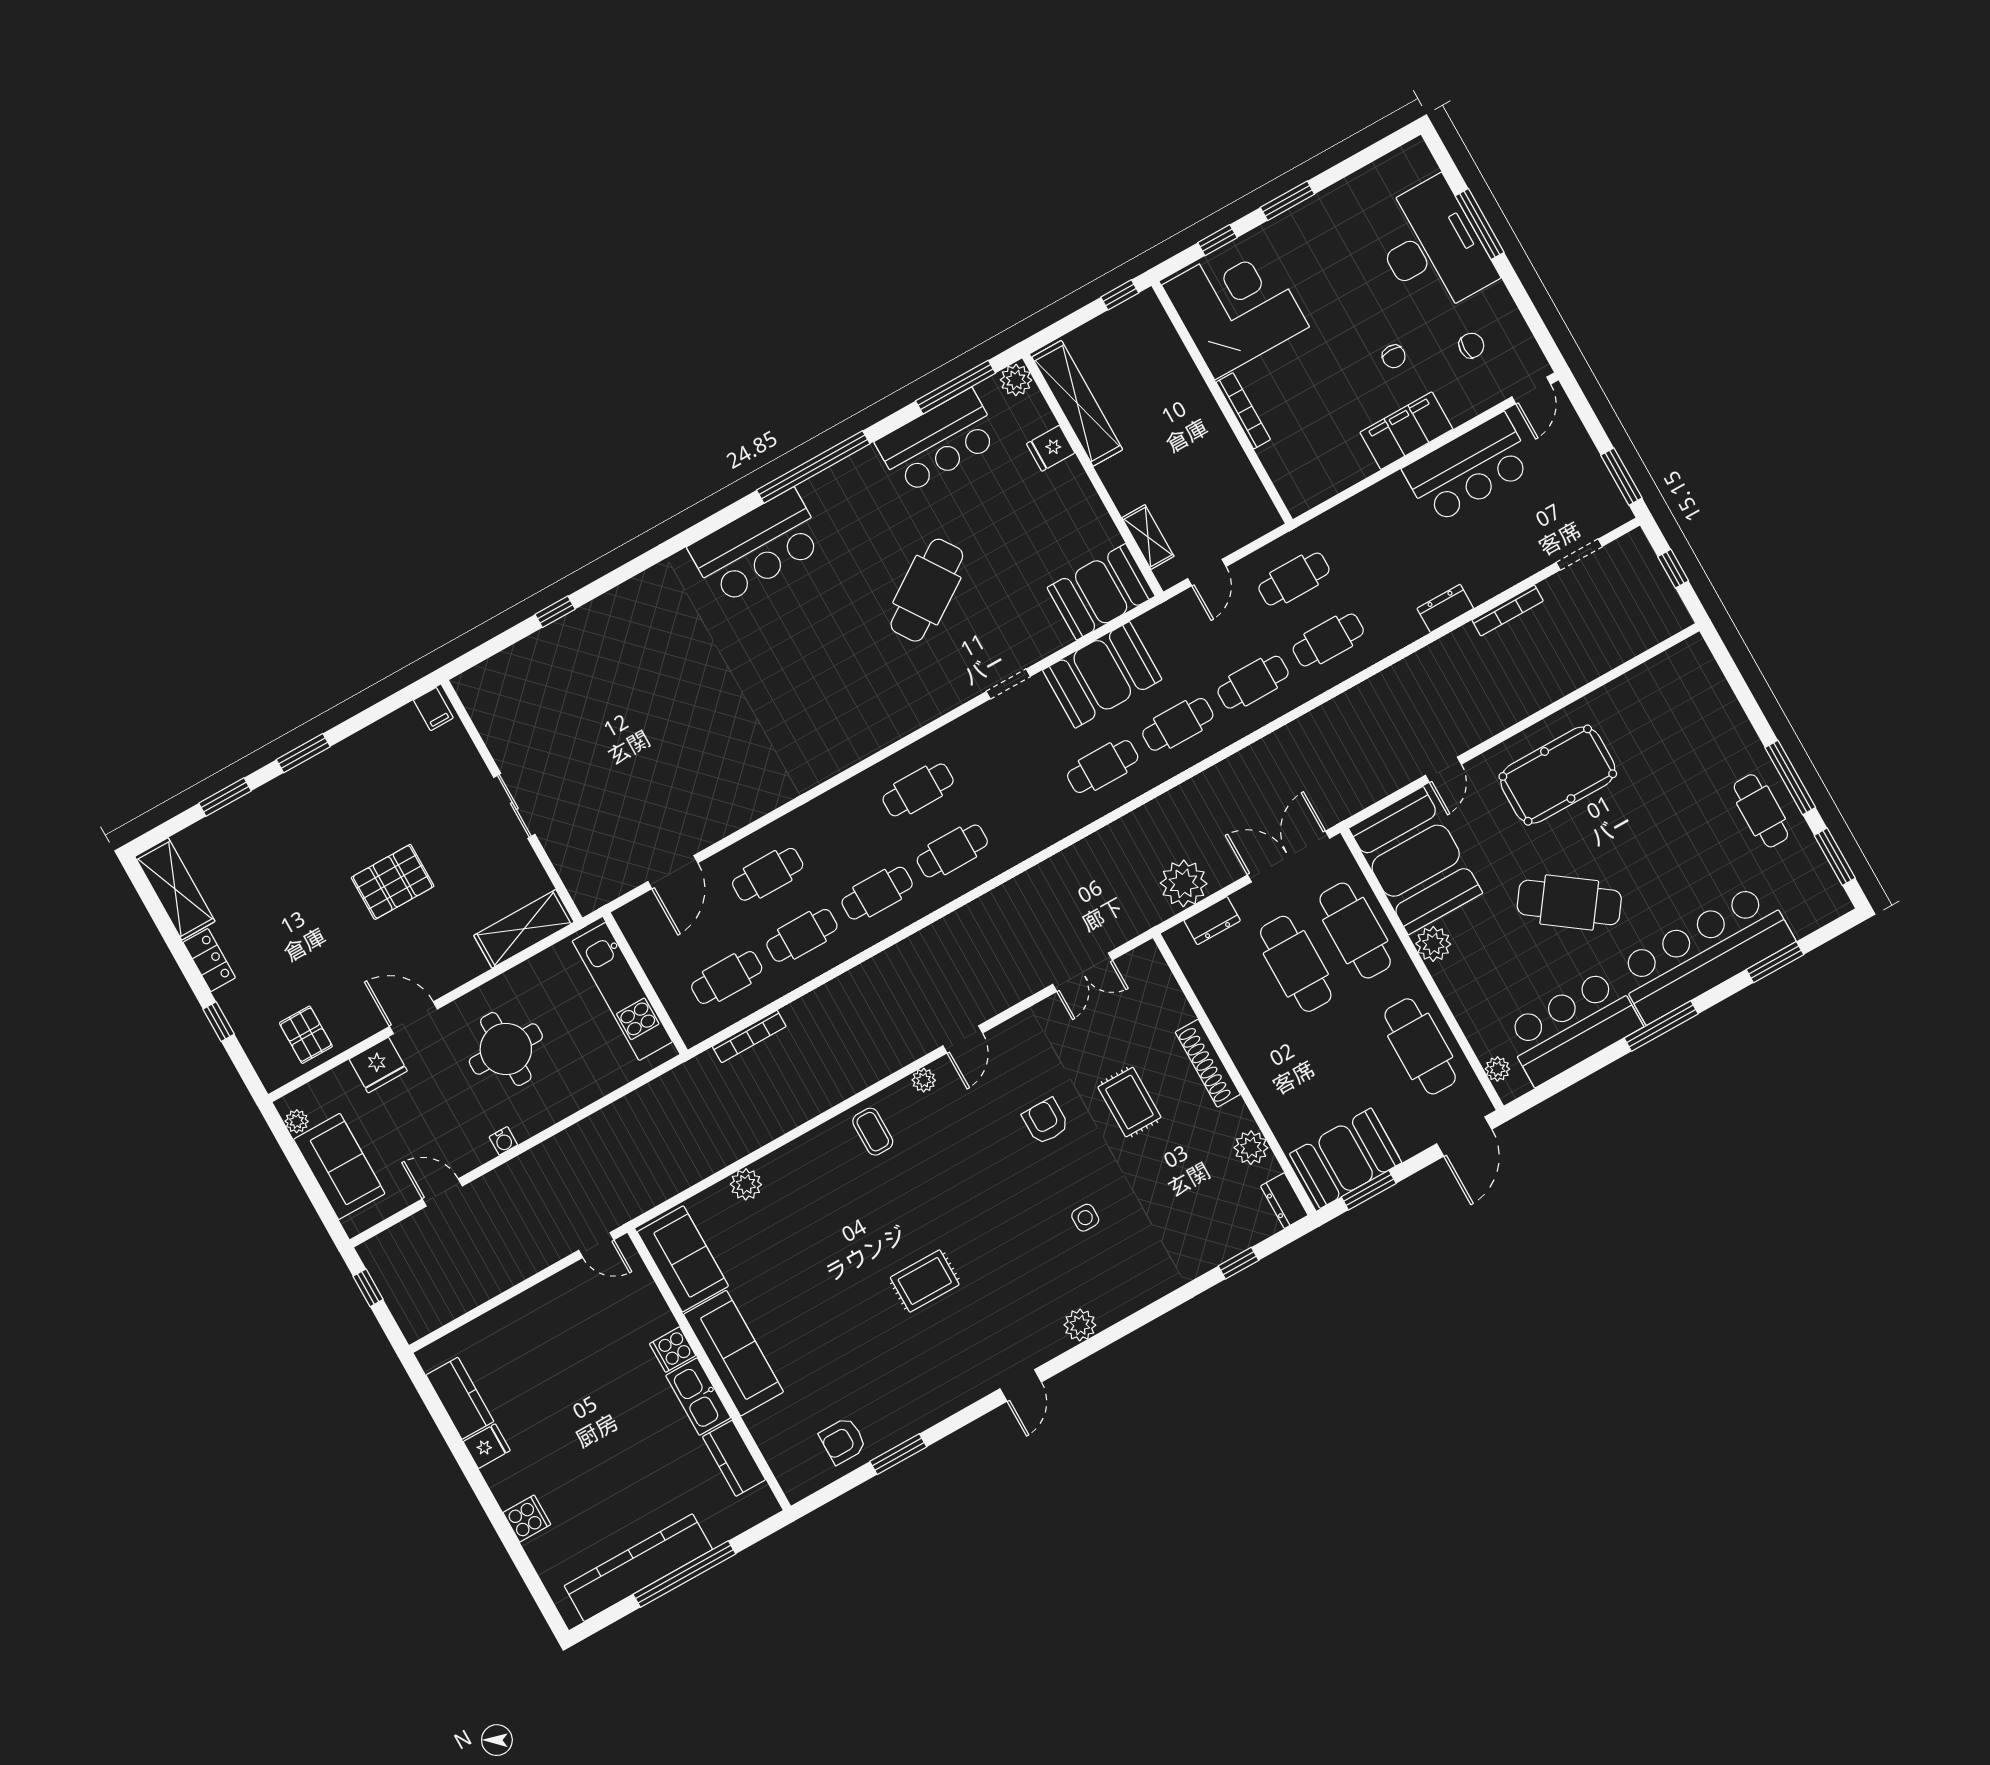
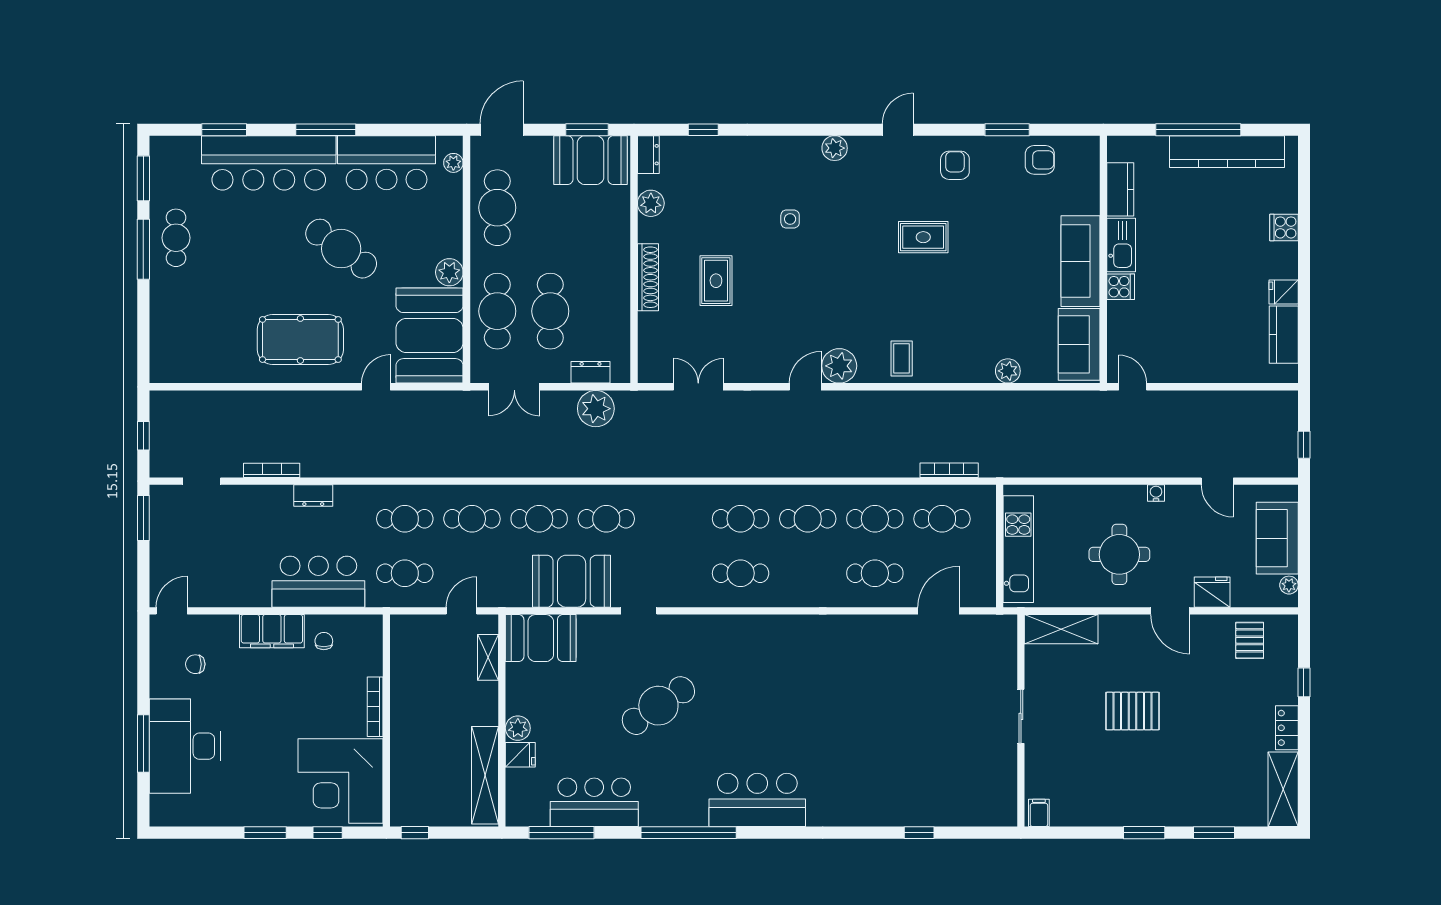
chair: (1394, 356) -> (324, 641), moved
plant: (1016, 380) -> (518, 728), moved
bar counter: (1469, 469) -> (318, 582), moved
double door: (1289, 857) -> (514, 387), width x0.73
plant: (924, 1080) -> (839, 366), width x1.88, depth x1.88
armchair: (1046, 1121) -> (955, 165), moved, turned 180

